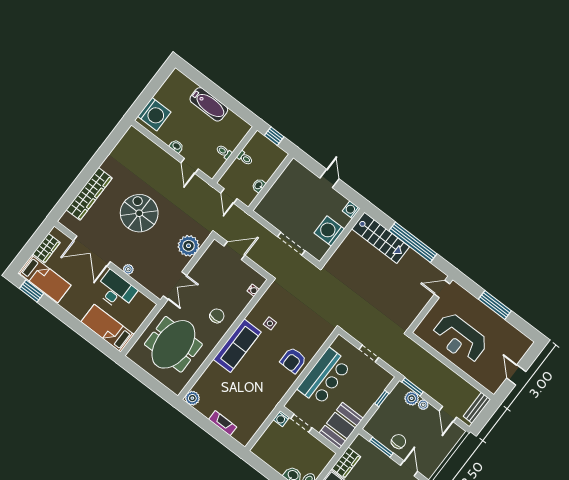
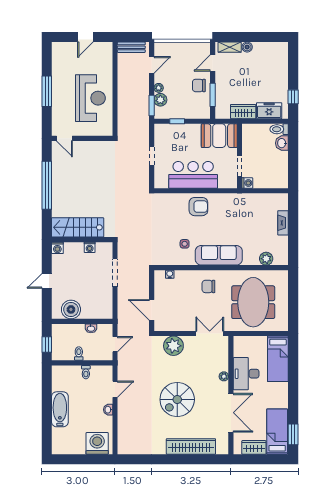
boiler: (288, 181) -> (71, 309), added
washing machine: (329, 231) -> (90, 247), width x0.53, depth x0.53
stairs: (381, 238) -> (78, 227), moved, turned -90
meeting table: (173, 344) -> (253, 302), turned 90
plant: (192, 398) -> (266, 259), moved

